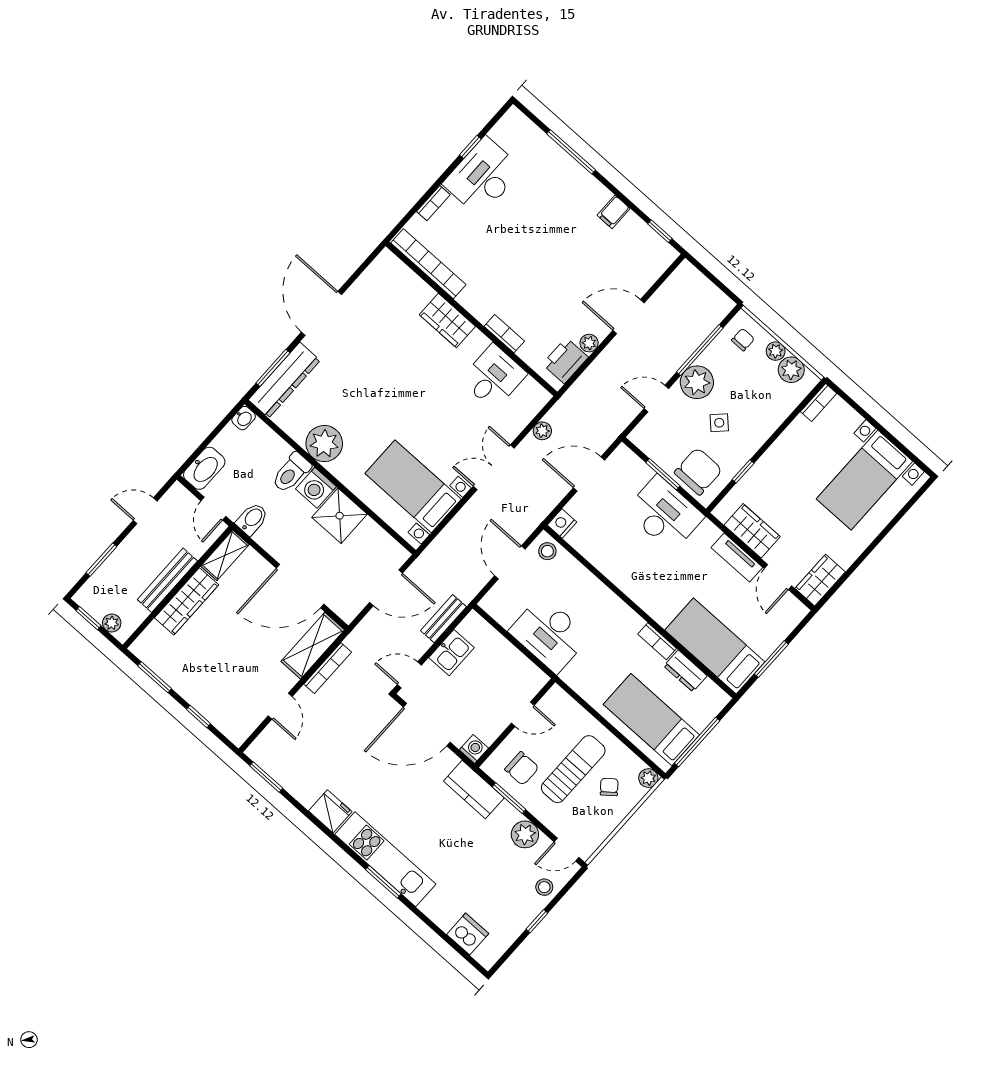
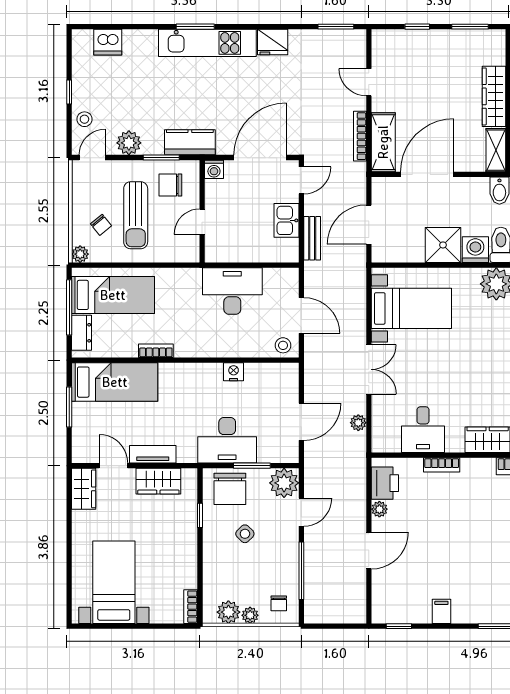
plant: (697, 382) -> (284, 483), moved
nightstand: (562, 524) -> (234, 372), moved, turned -90
dresser: (685, 671) -> (81, 333), moved, turned 90

